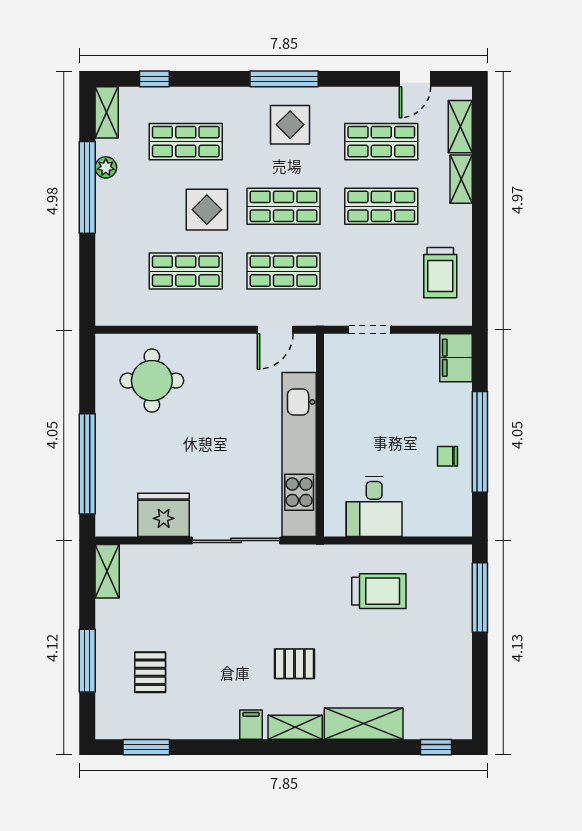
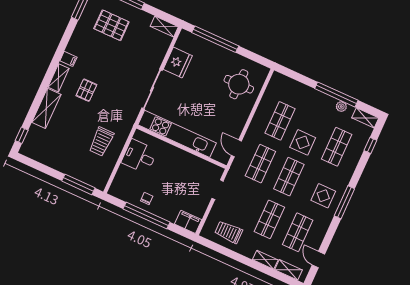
pallet: (150, 672) -> (111, 25), width x1.50, depth x1.42

